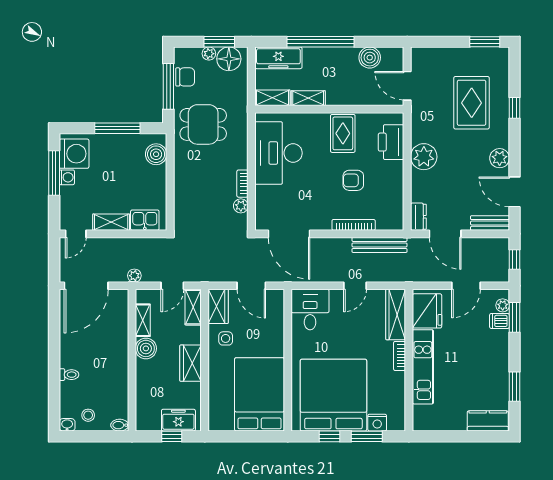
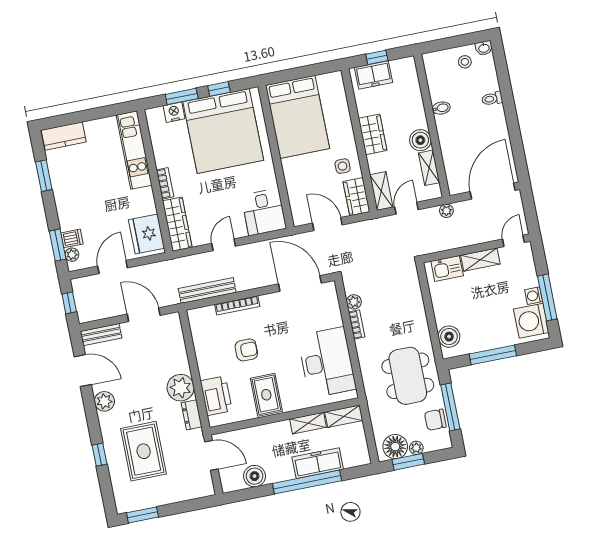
freezer: (278, 58) -> (318, 463), moved
dining table: (203, 124) -> (408, 376), width x1.38
dresser: (418, 217) -> (192, 415), moved
kitchen unit: (423, 367) -> (134, 150), moved
bidet: (120, 425) -> (441, 108), moved

